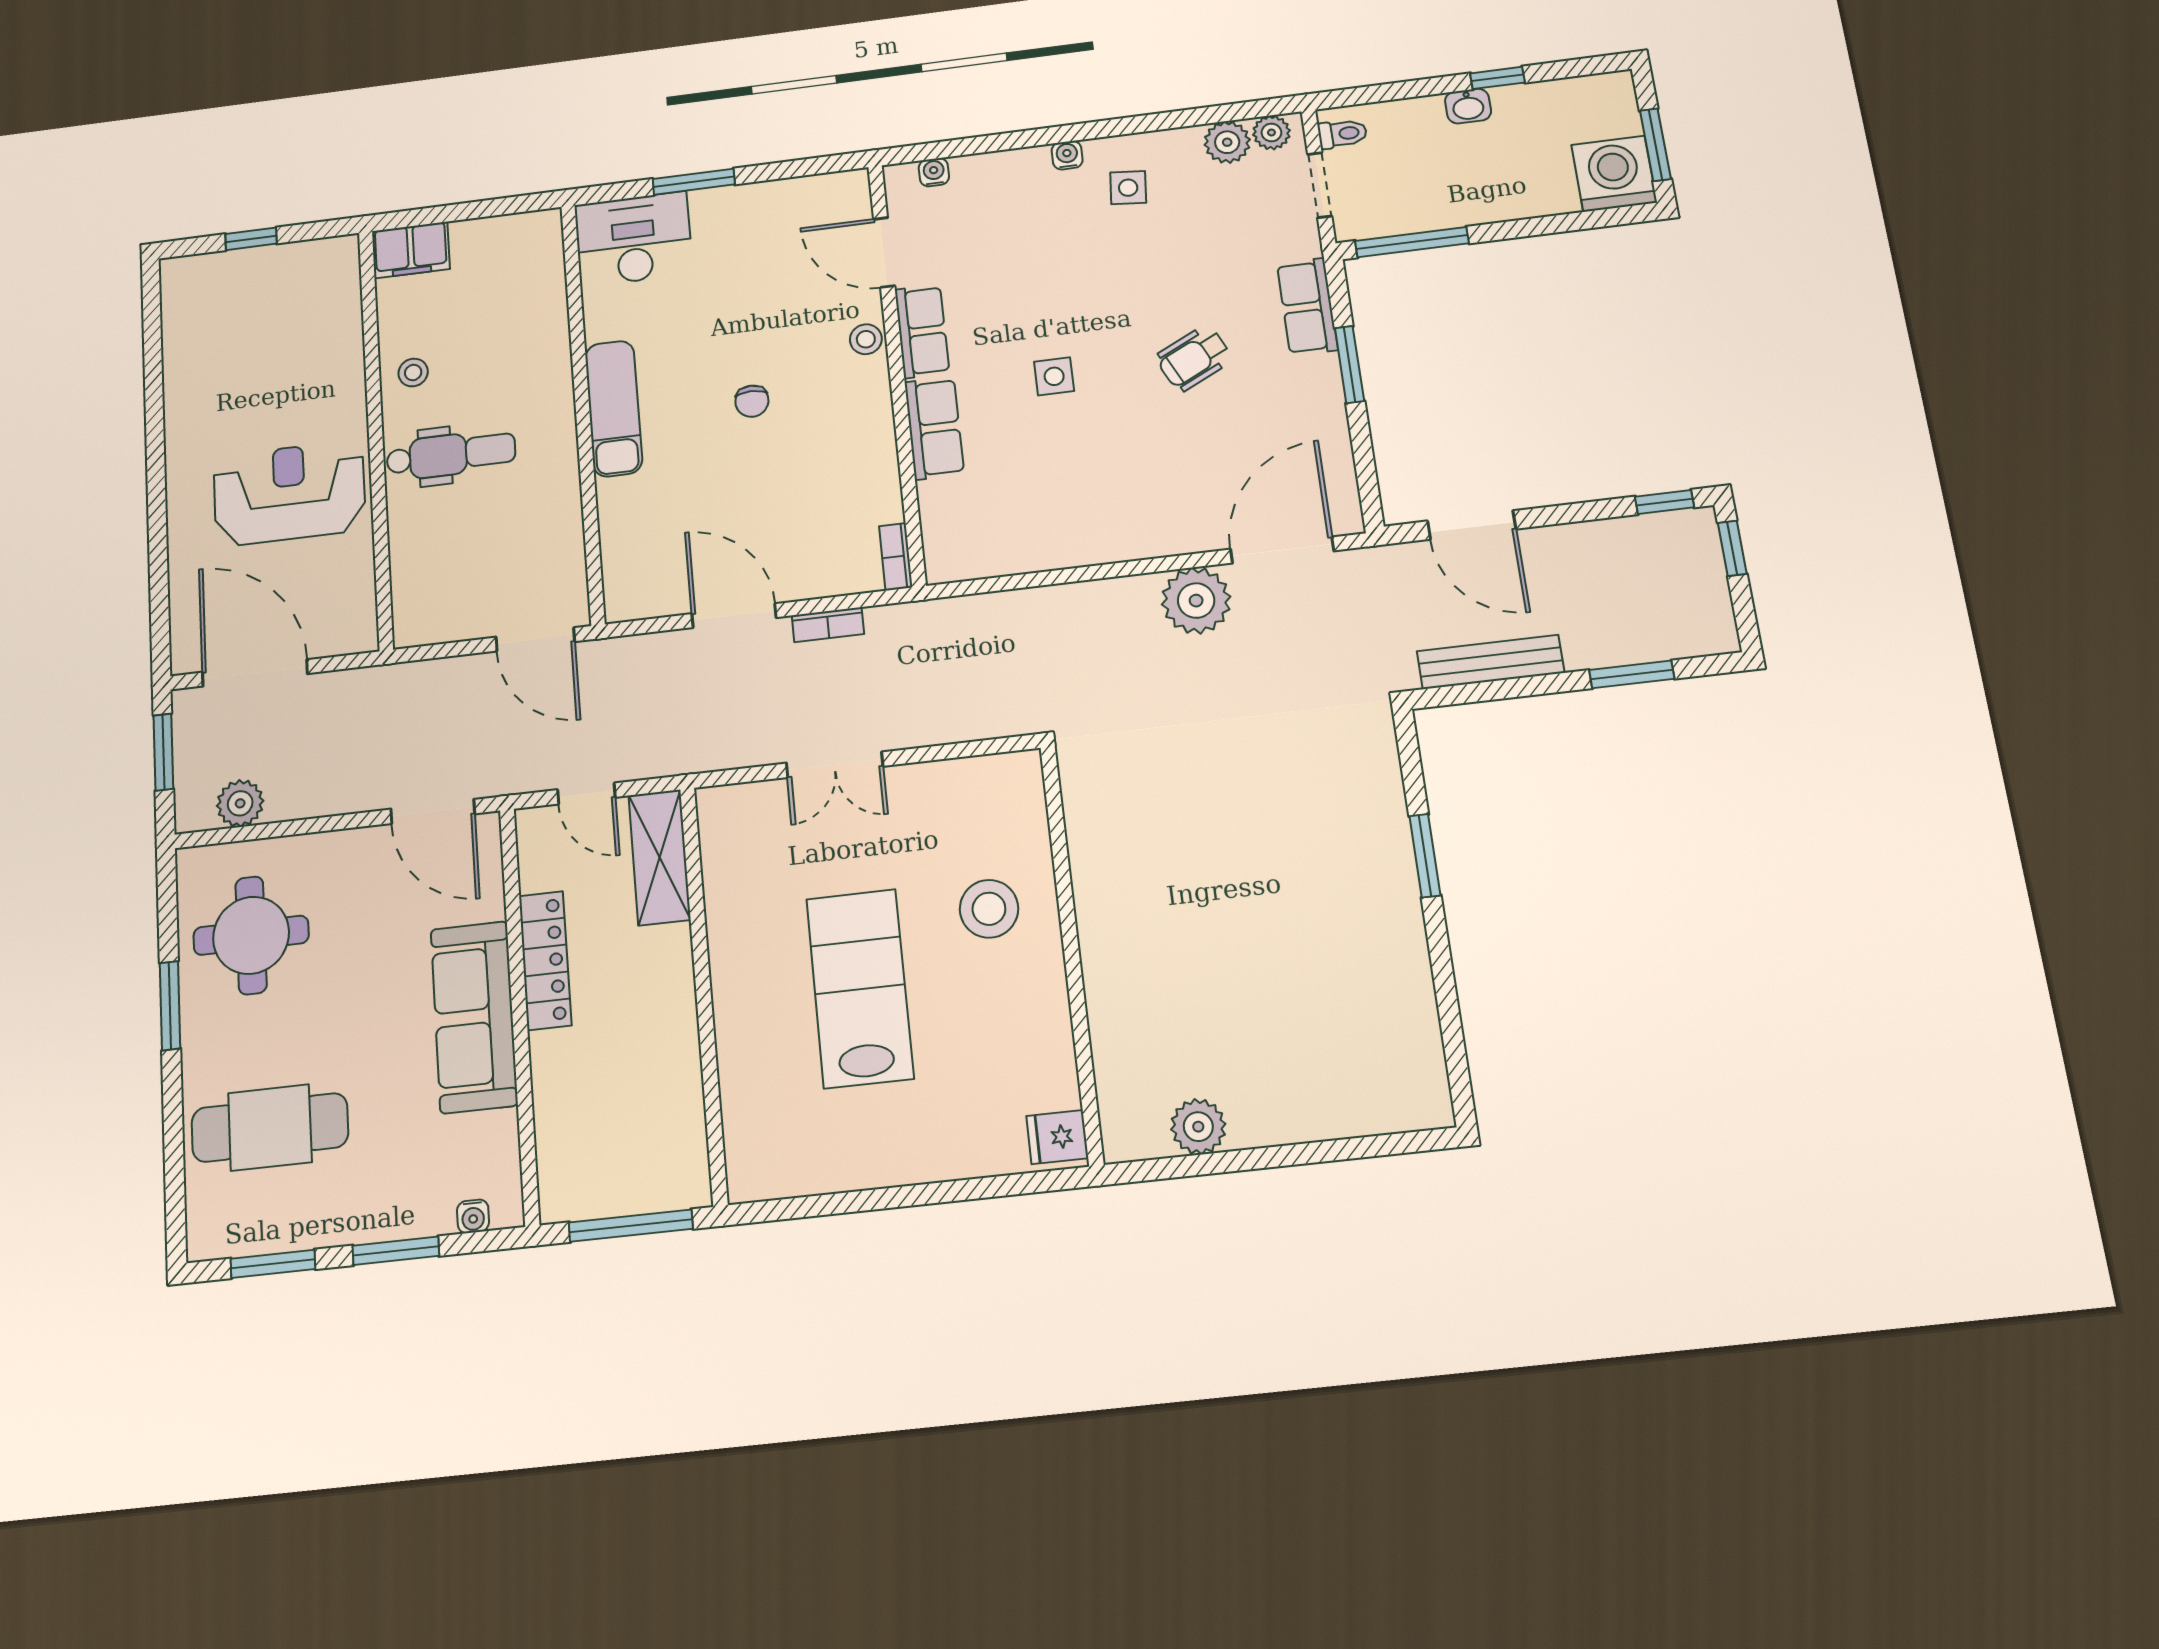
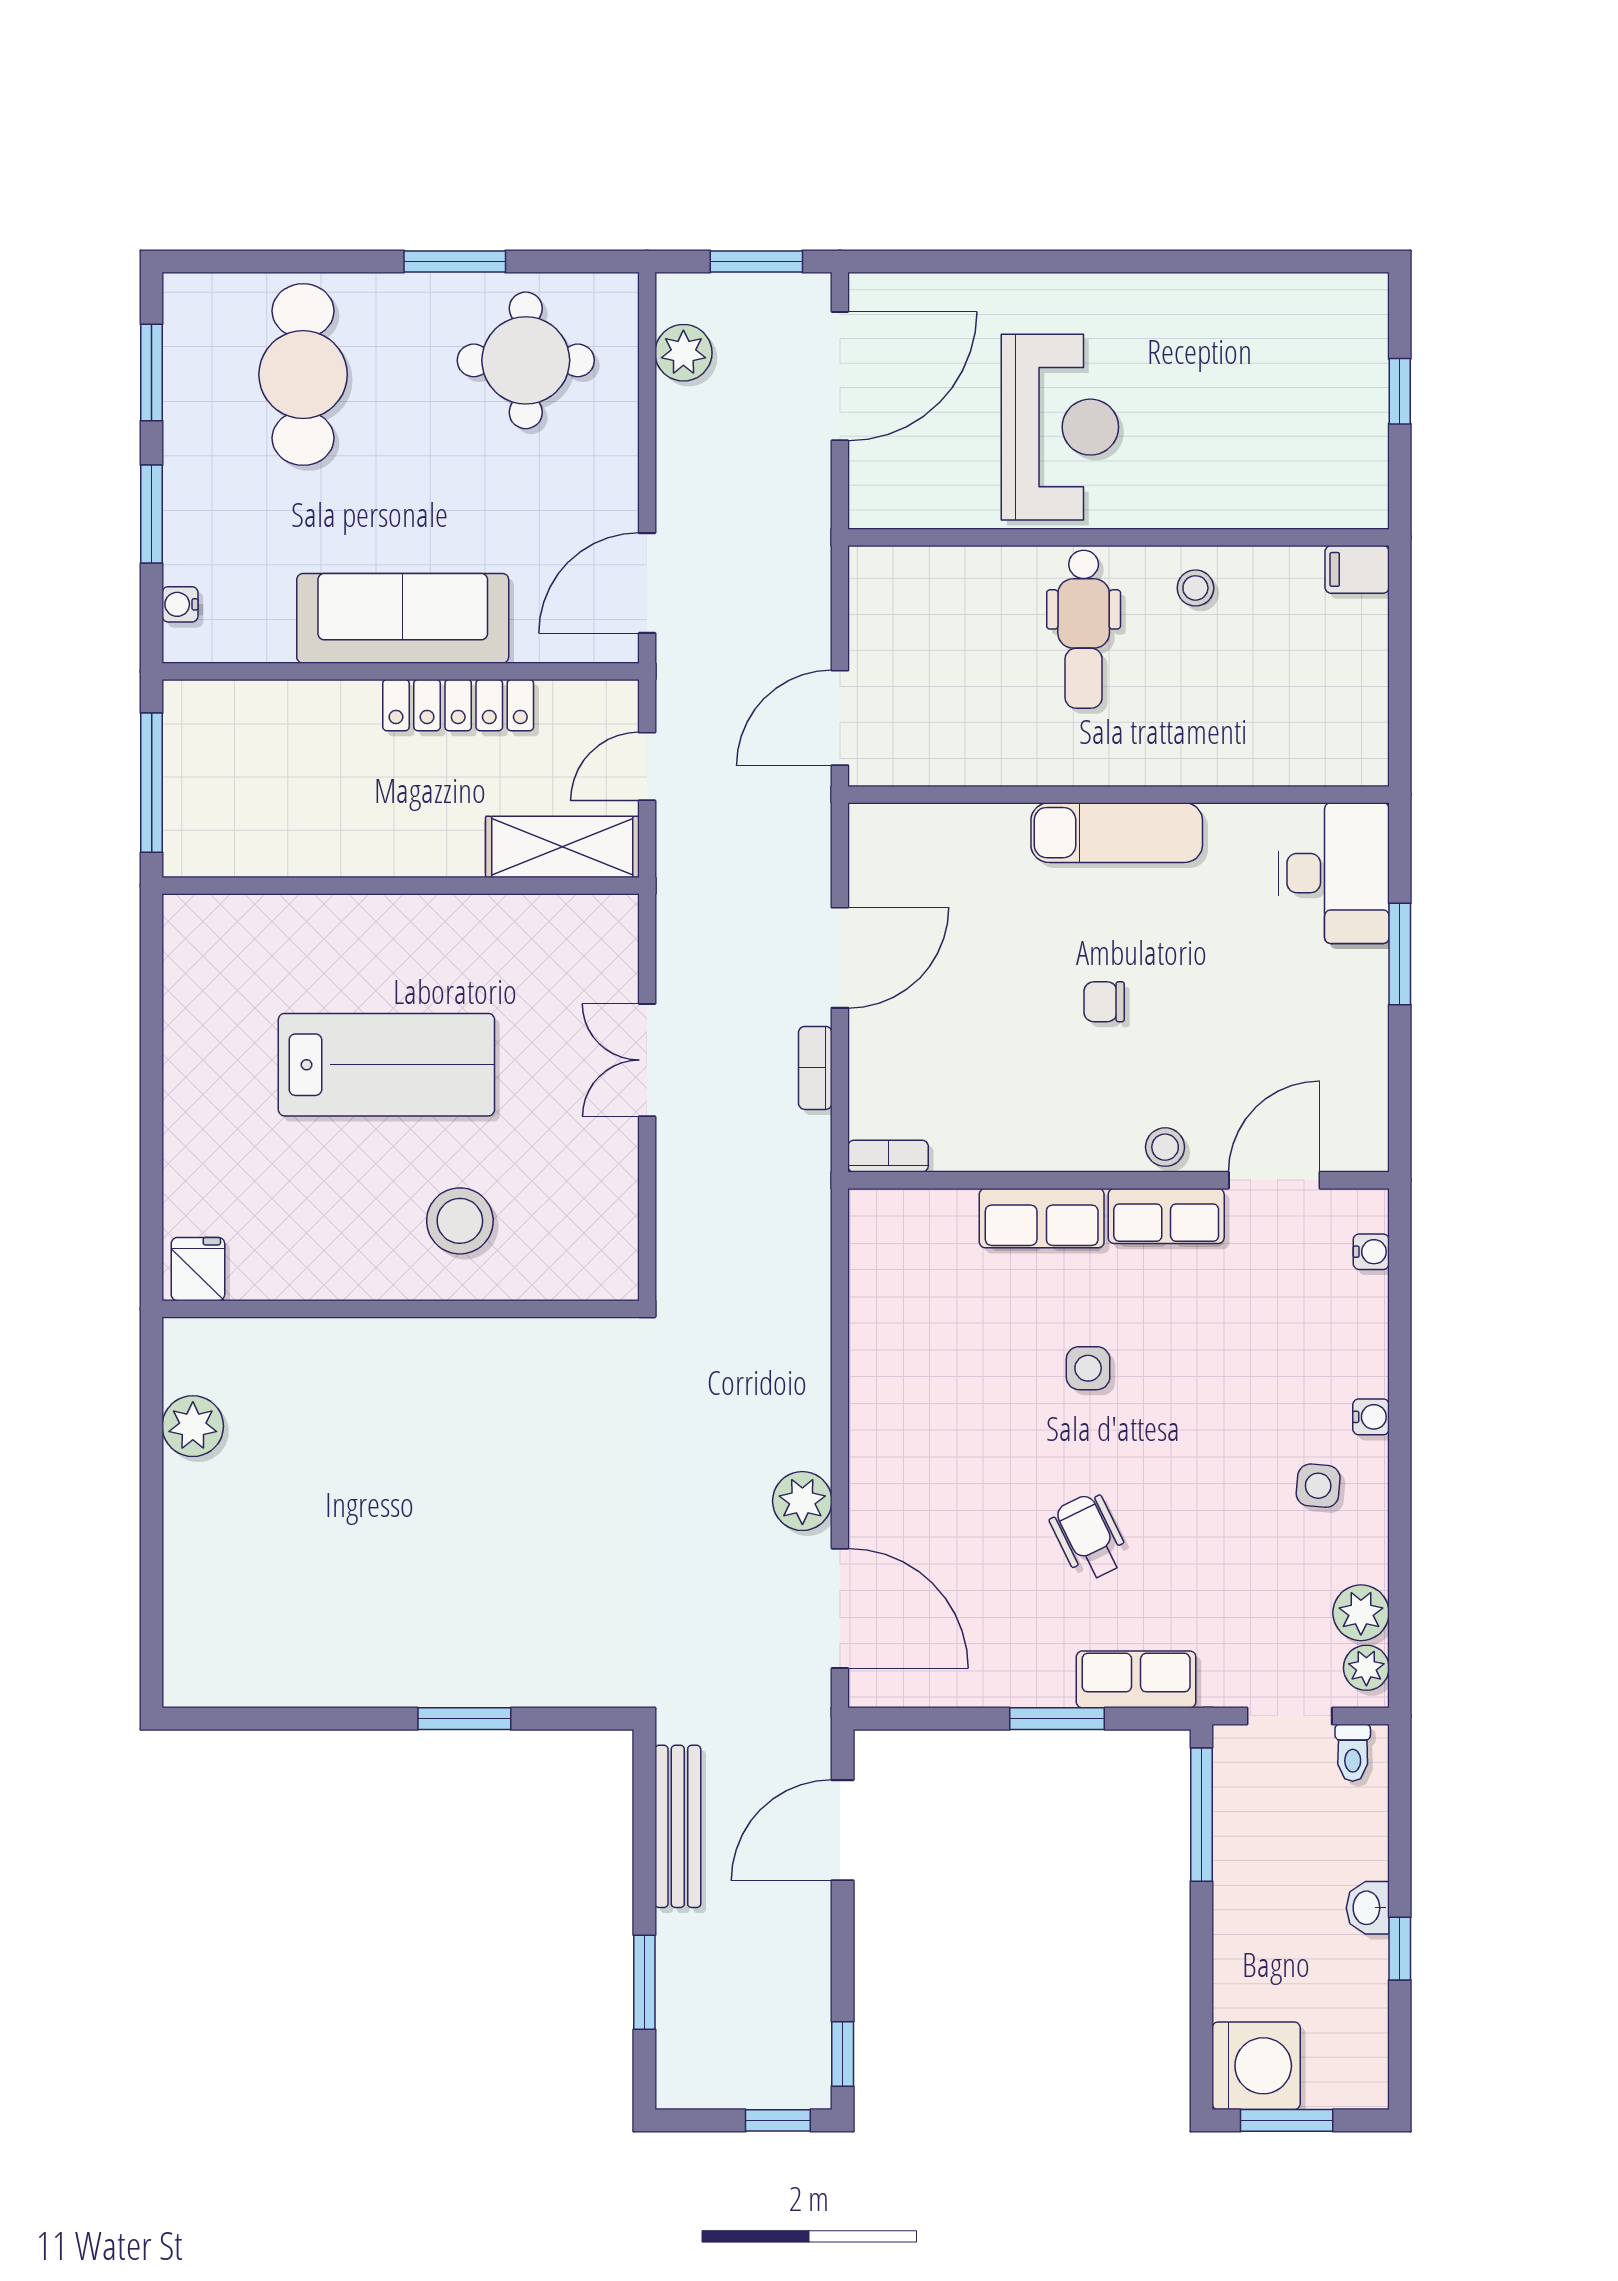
filing cabinet: (411, 250) -> (1357, 569), width x0.50
plant: (1196, 601) -> (802, 1501), width x0.73, depth x0.73

